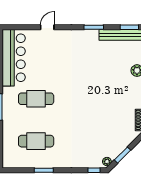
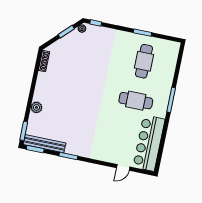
door: (47, 27) -> (123, 167), moved
cafe table: (36, 141) -> (144, 61), turned 90

